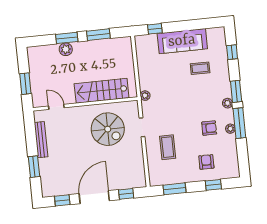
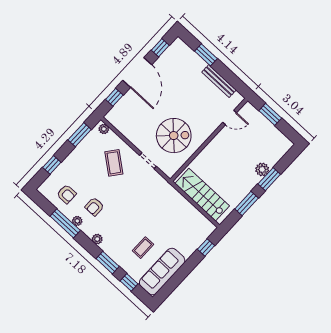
sofa: (182, 41) -> (162, 272), moved
stairs: (102, 91) -> (202, 195), moved, turned -90
window: (236, 91) -> (108, 263), moved
plant: (145, 96) -> (104, 129), moved
window: (239, 123) -> (65, 223), moved
spiral stairs: (108, 129) -> (174, 136), turned 180
coffee table: (168, 147) -> (114, 163), turned 38
armchair: (206, 162) -> (67, 194), moved

